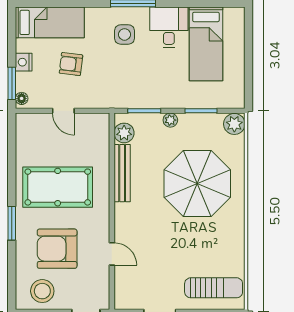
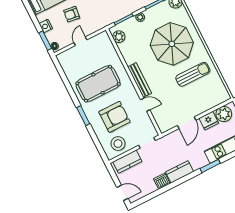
door: (63, 111) -> (80, 41), swing flipped
bench: (122, 173) -> (140, 80), moved
armchair: (57, 249) -> (114, 117), turned 180
sun lounger: (214, 288) -> (193, 74), moved

